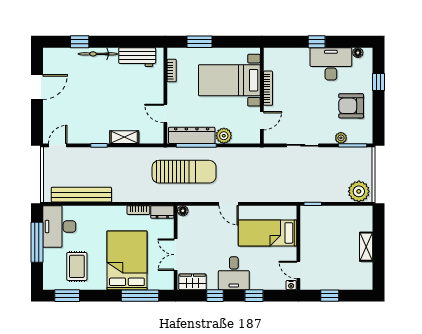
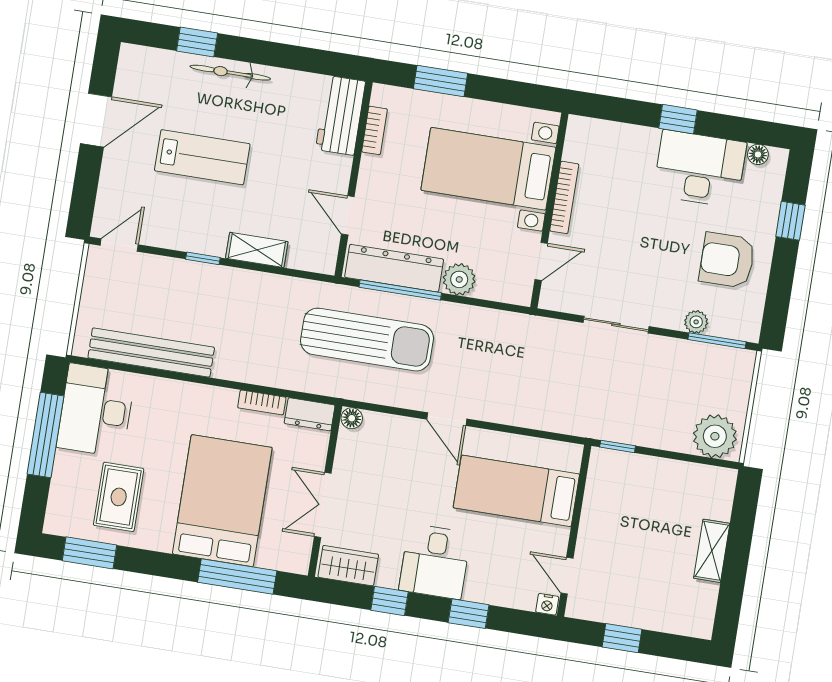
workbench: (137, 57) -> (340, 115), moved, turned 90
lab bench: (91, 97) -> (202, 157), added

